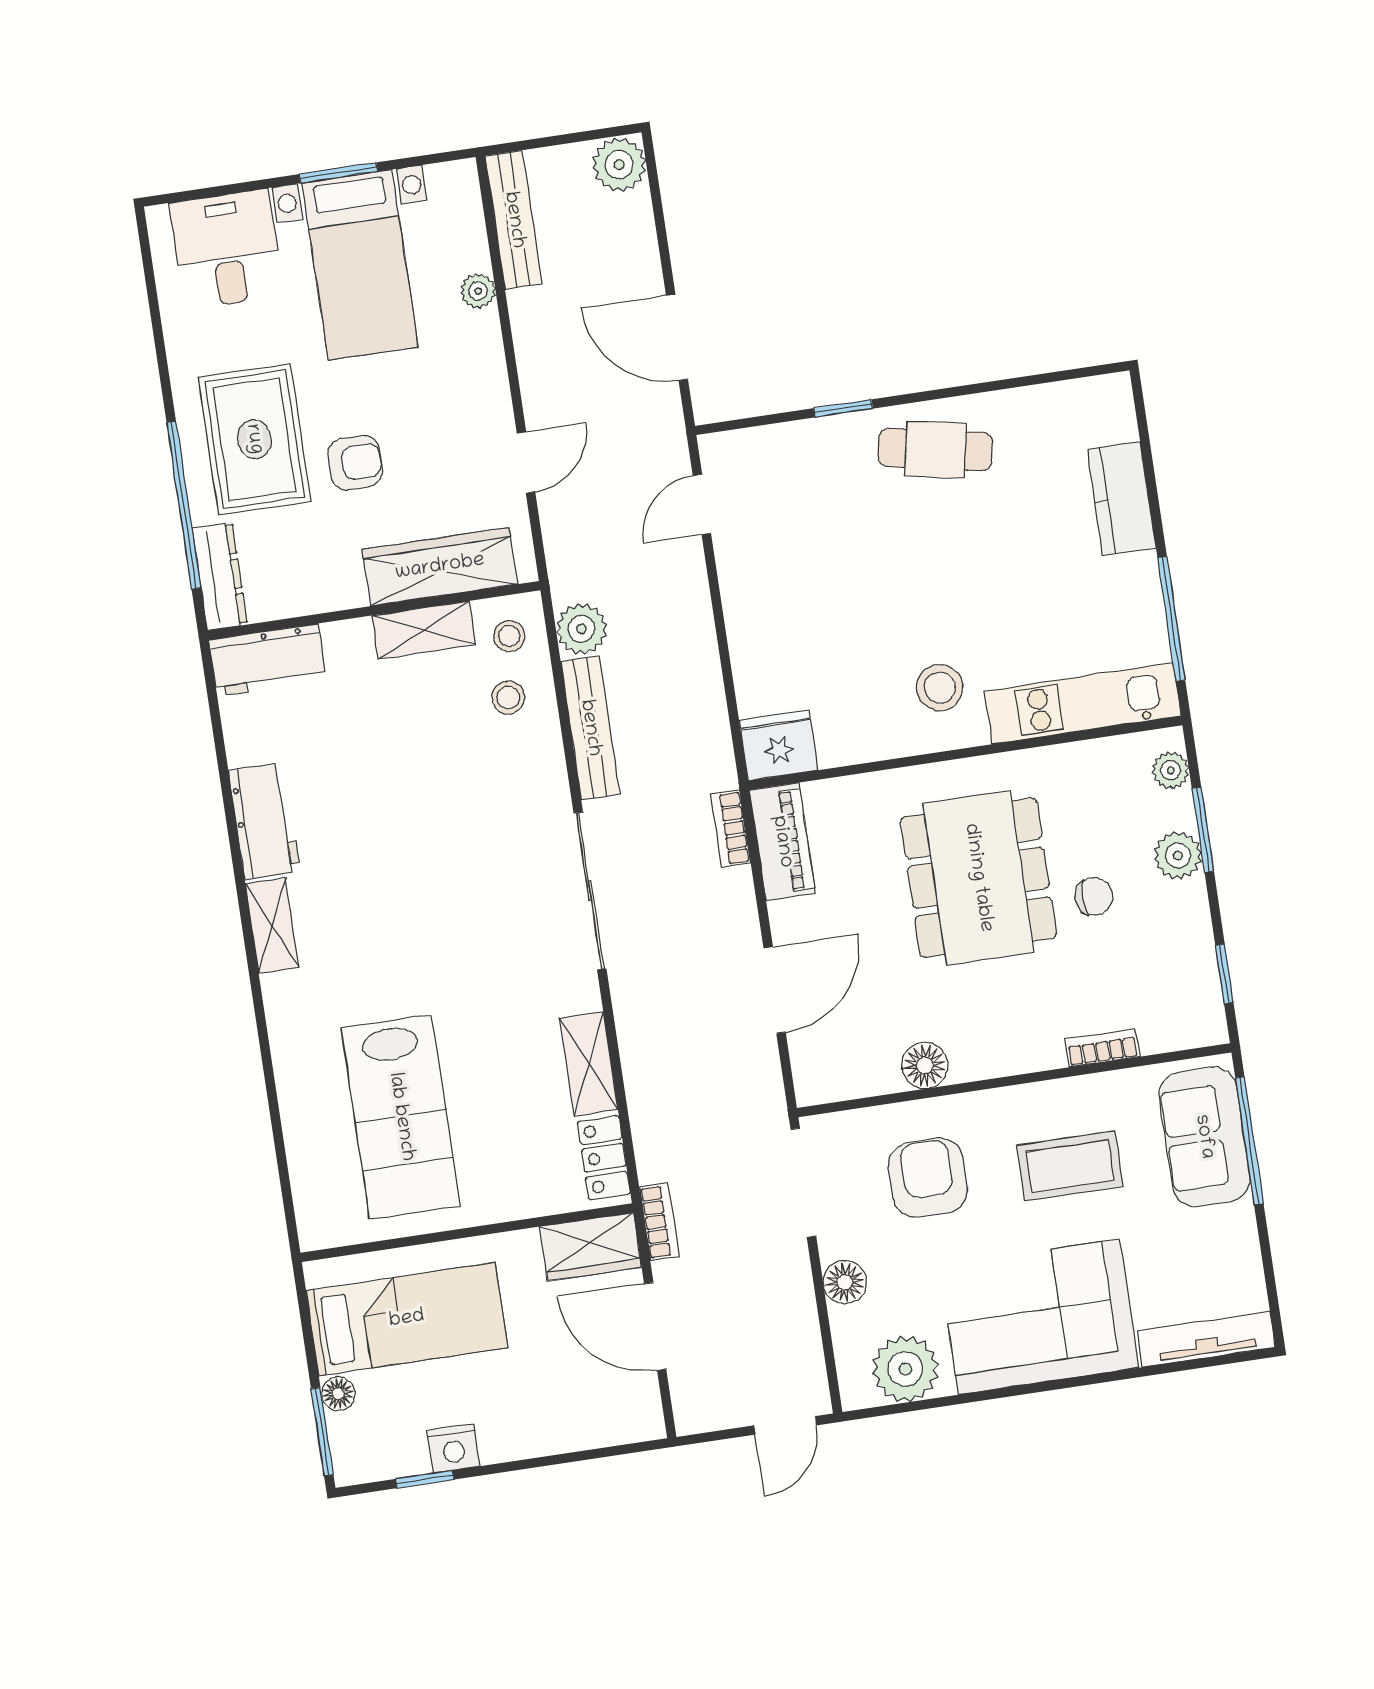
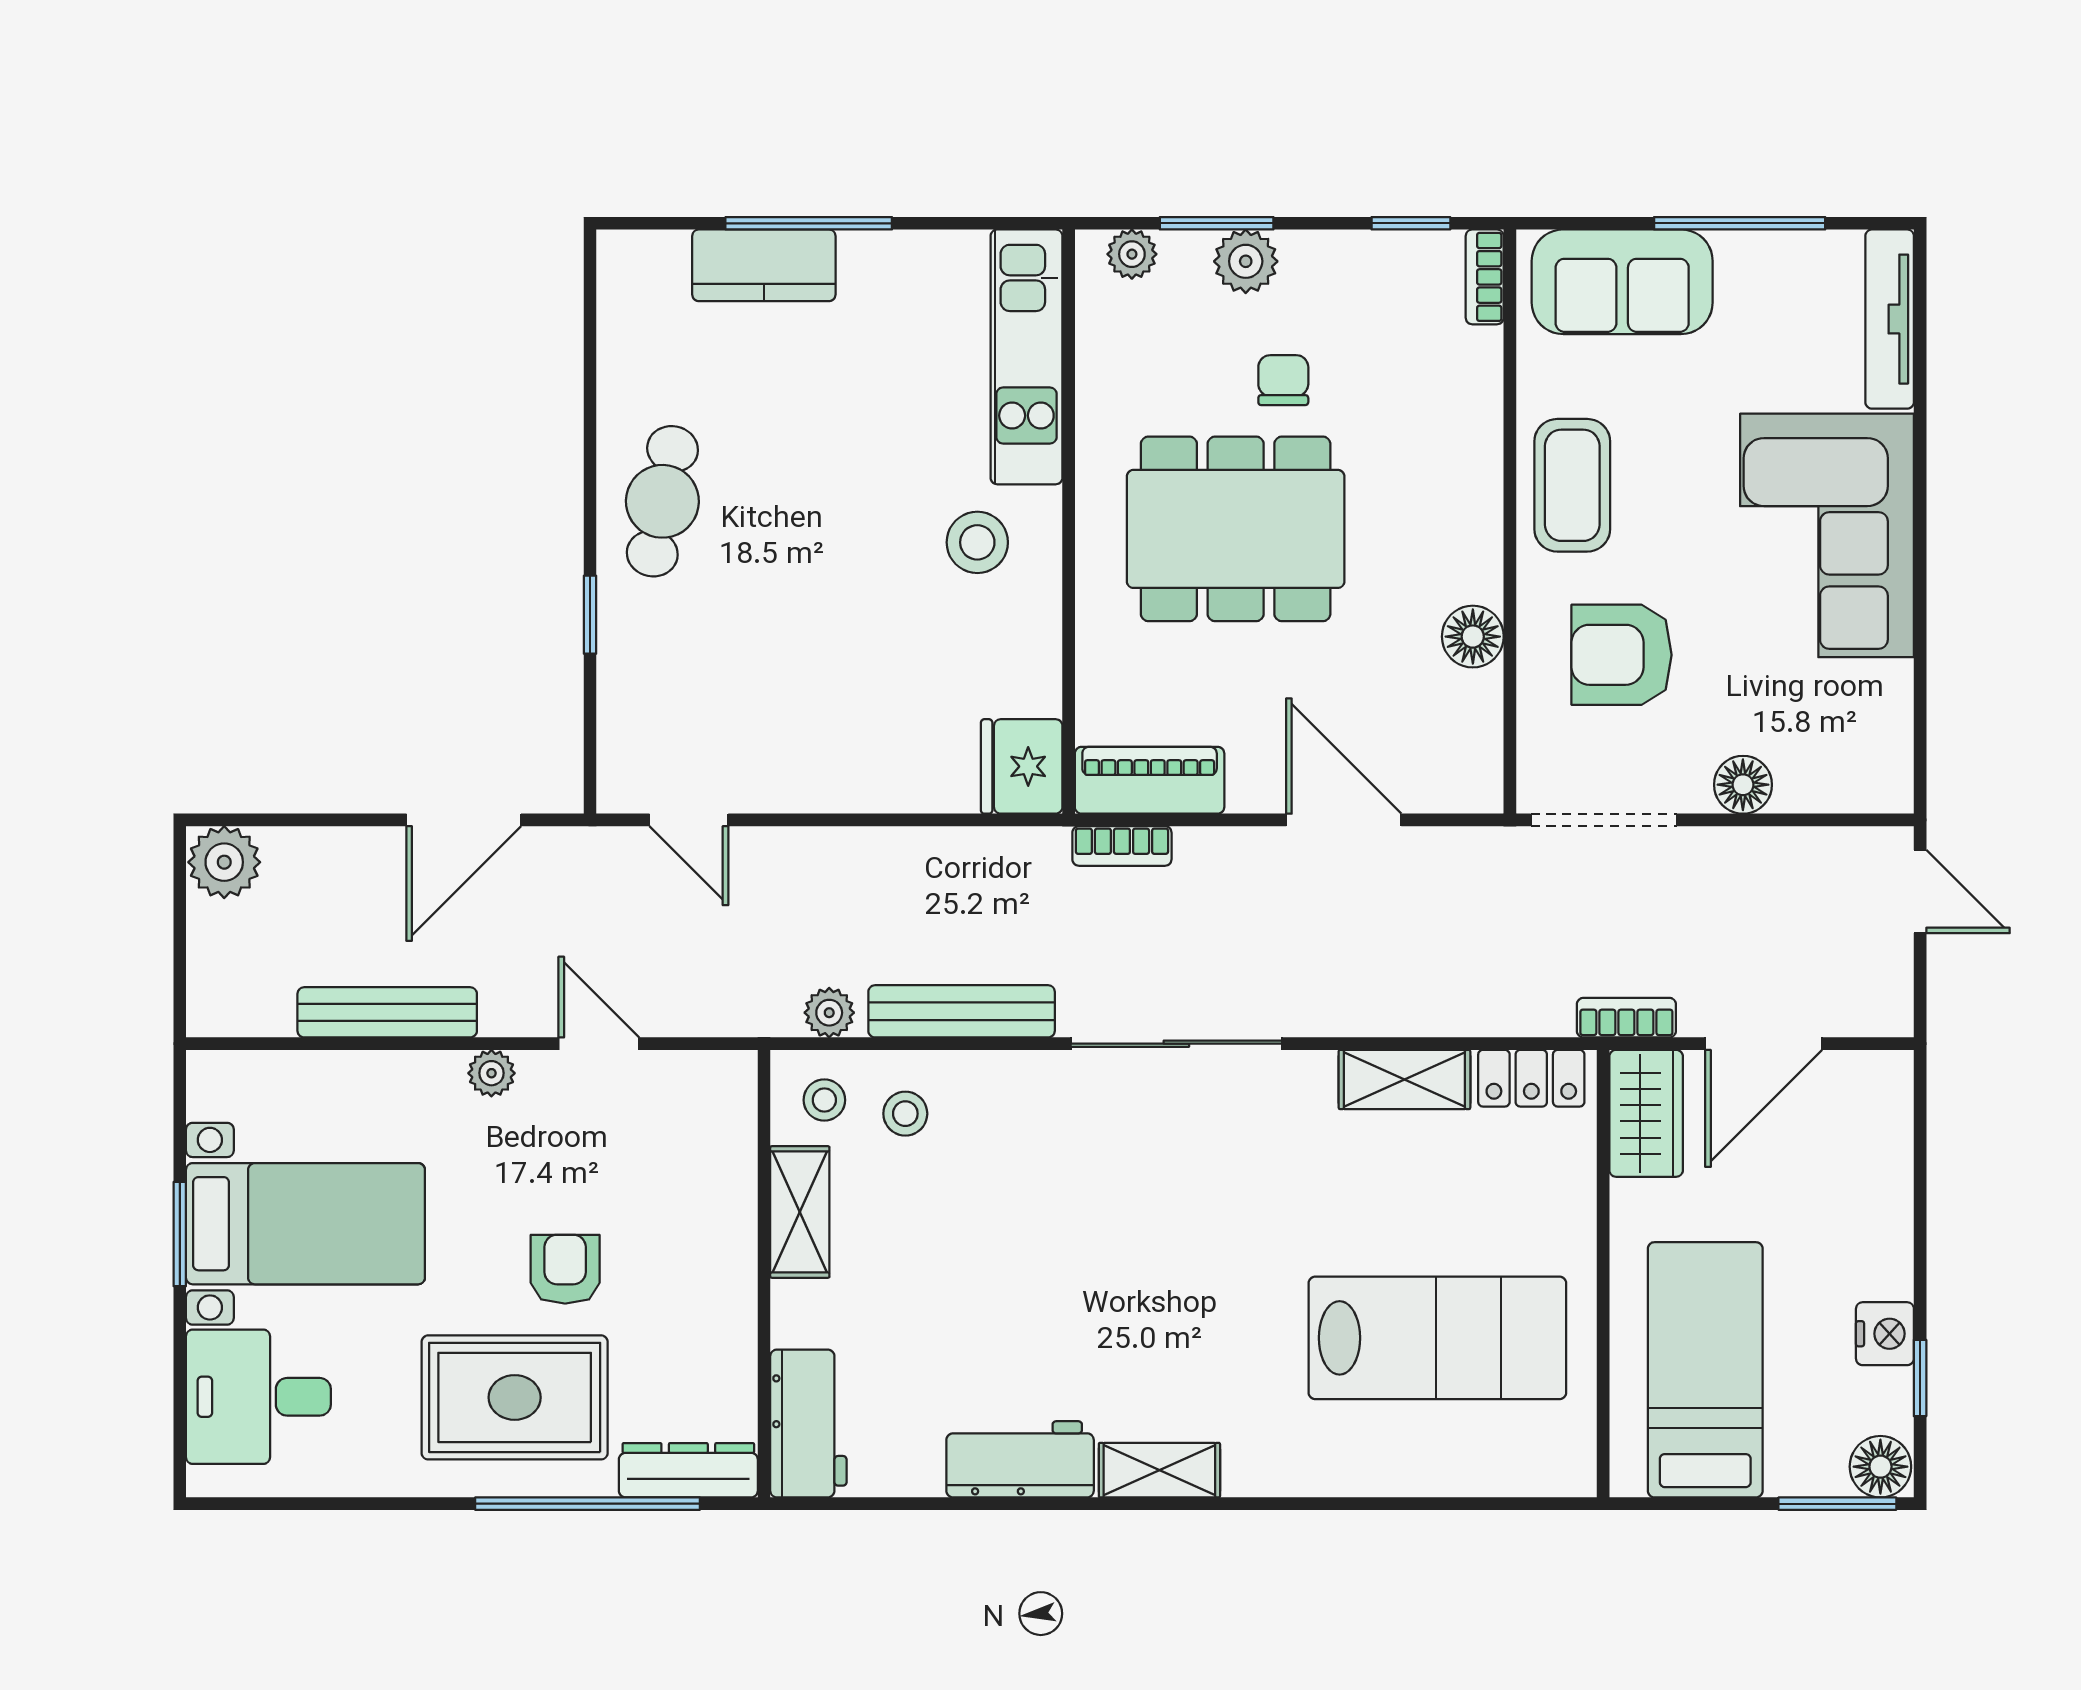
bench: (514, 220) -> (387, 1012), moved
plant: (478, 291) -> (491, 1073), moved
wardrobe: (440, 567) -> (719, 1178), removed
window: (1171, 619) -> (809, 223), moved
plant: (581, 629) -> (829, 1013), width x0.73, depth x0.73
bookcase: (1102, 1048) -> (1485, 277), moved
window: (1249, 1141) -> (1740, 223), moved
coffee table: (1070, 1166) -> (1572, 485), moved
plant: (905, 1369) -> (1869, 722), removed
floor lamp: (338, 1394) -> (1880, 1467), moved, width x1.37, depth x1.37

